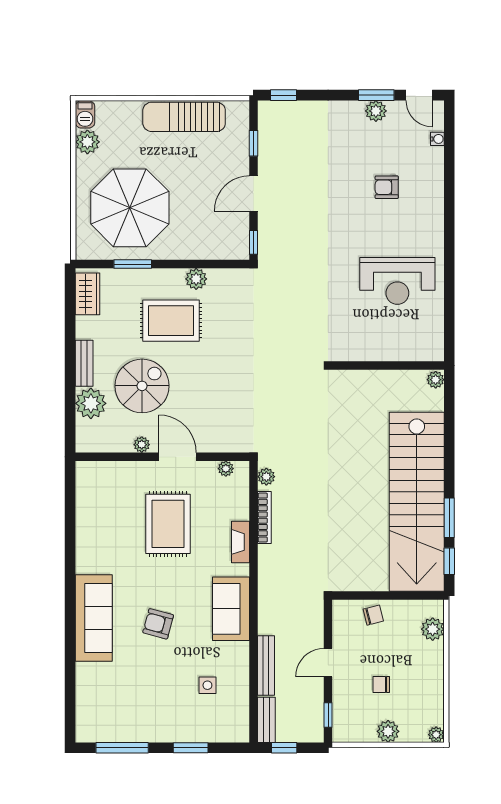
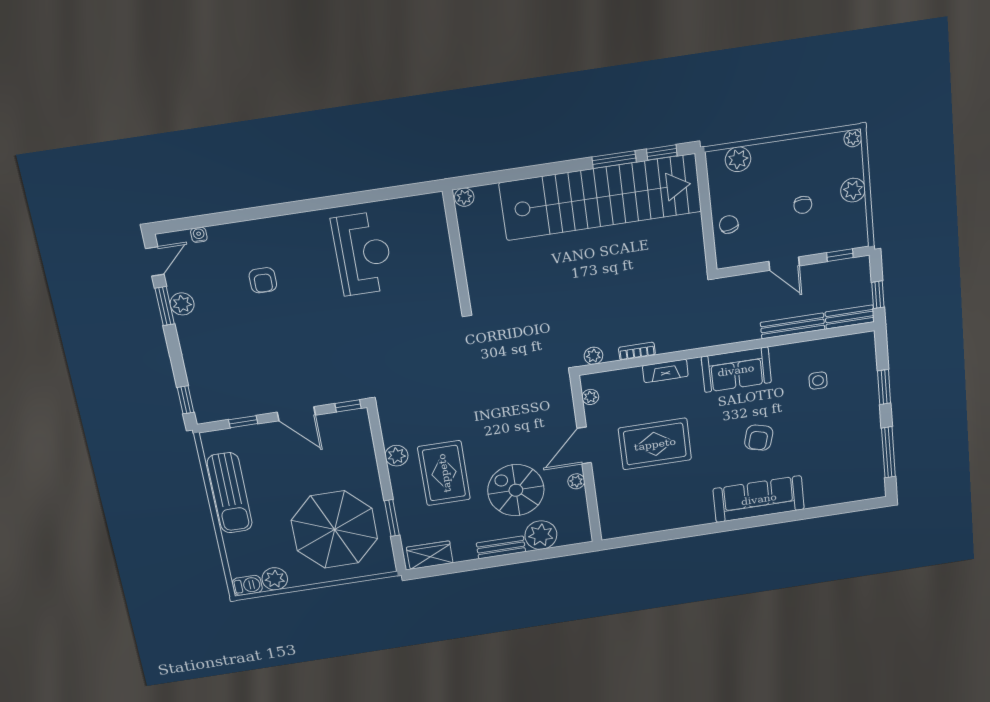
bookcase: (264, 518) -> (637, 351), width x0.64

